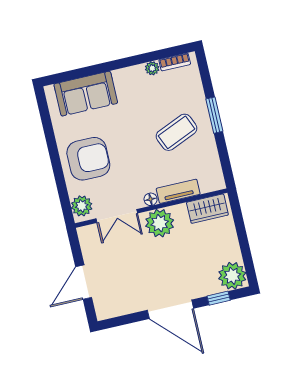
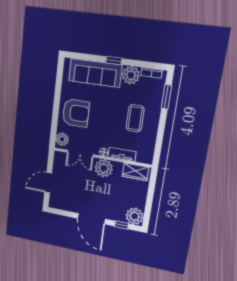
window: (116, 65) -> (114, 60), added
plant: (152, 68) -> (131, 75), width x1.87, depth x1.87
sofa: (86, 94) -> (95, 73), width x1.36
window: (214, 115) -> (166, 97), moved
coffee table: (177, 132) -> (135, 118), turned -67

